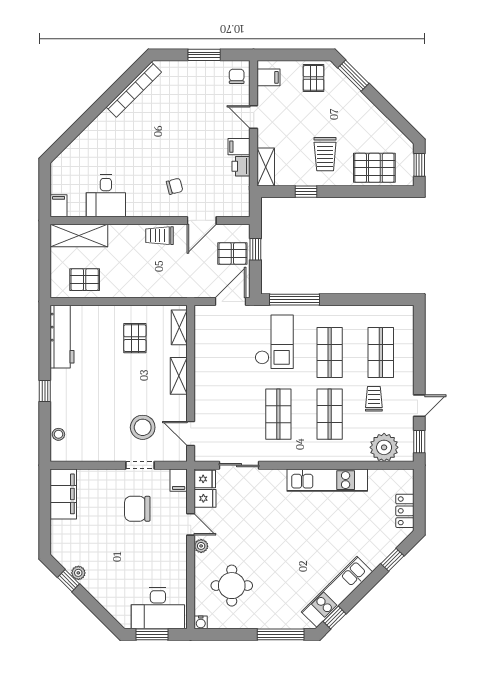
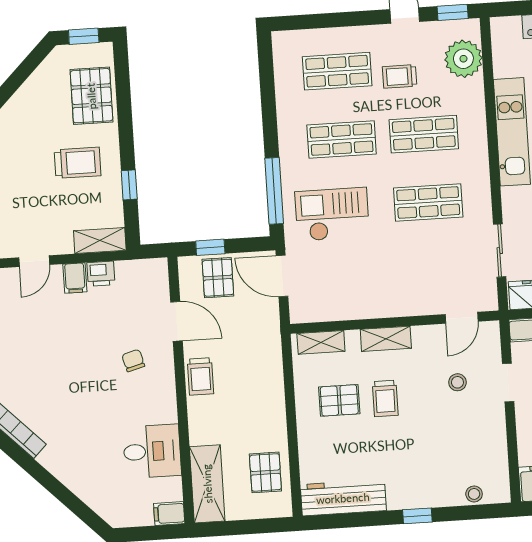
trolley: (134, 373) -> (385, 399), added
stool: (143, 427) -> (457, 382), width x0.53, depth x0.53

